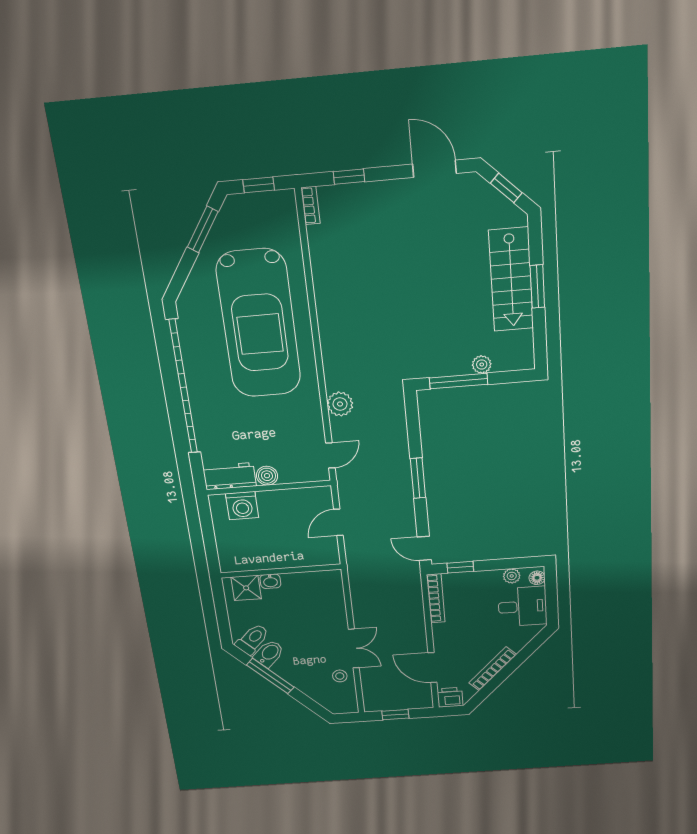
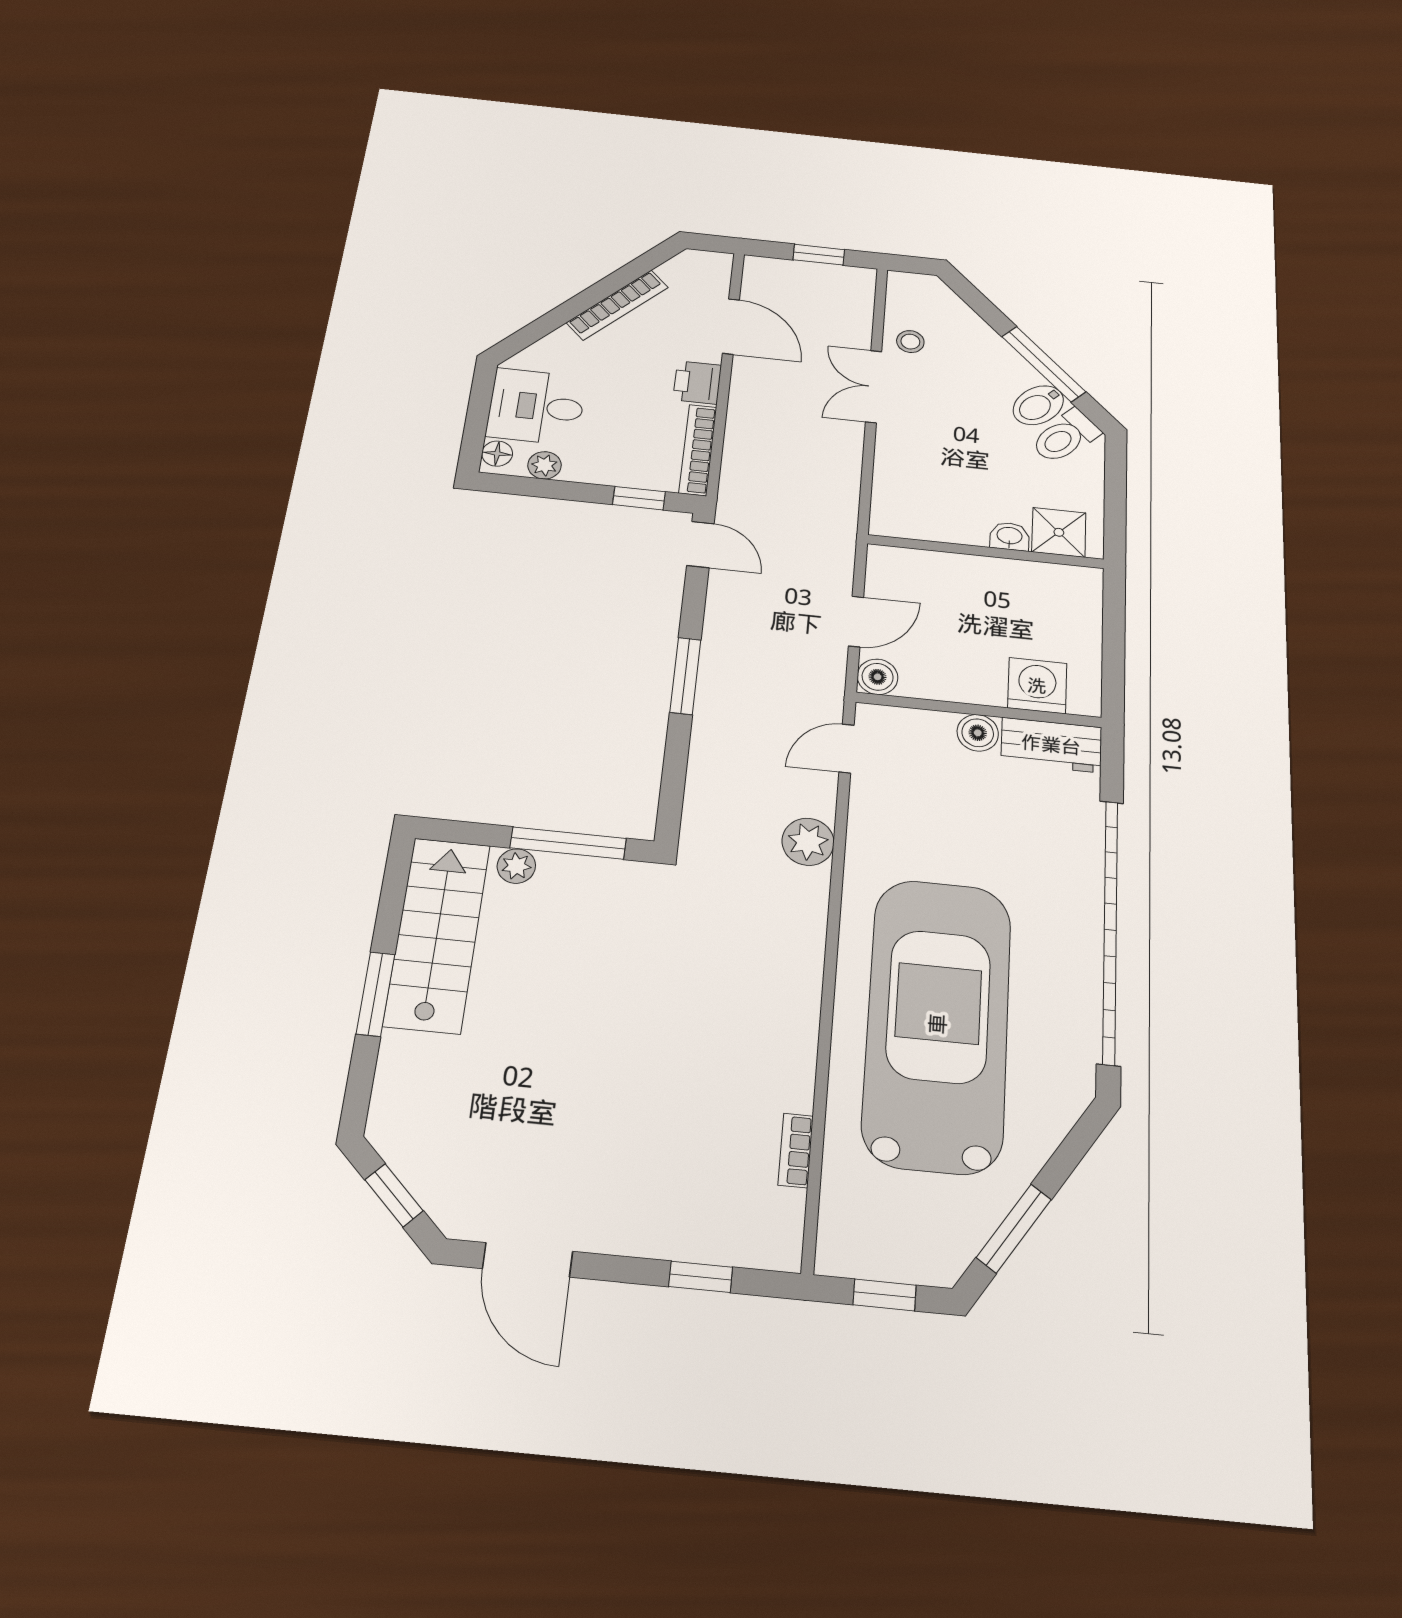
bookcase: (310, 205) -> (796, 1150), moved
stairs: (511, 280) -> (437, 934), moved
boiler: (322, 495) -> (878, 677), added
printer: (450, 697) -> (697, 383), moved, turned 90

